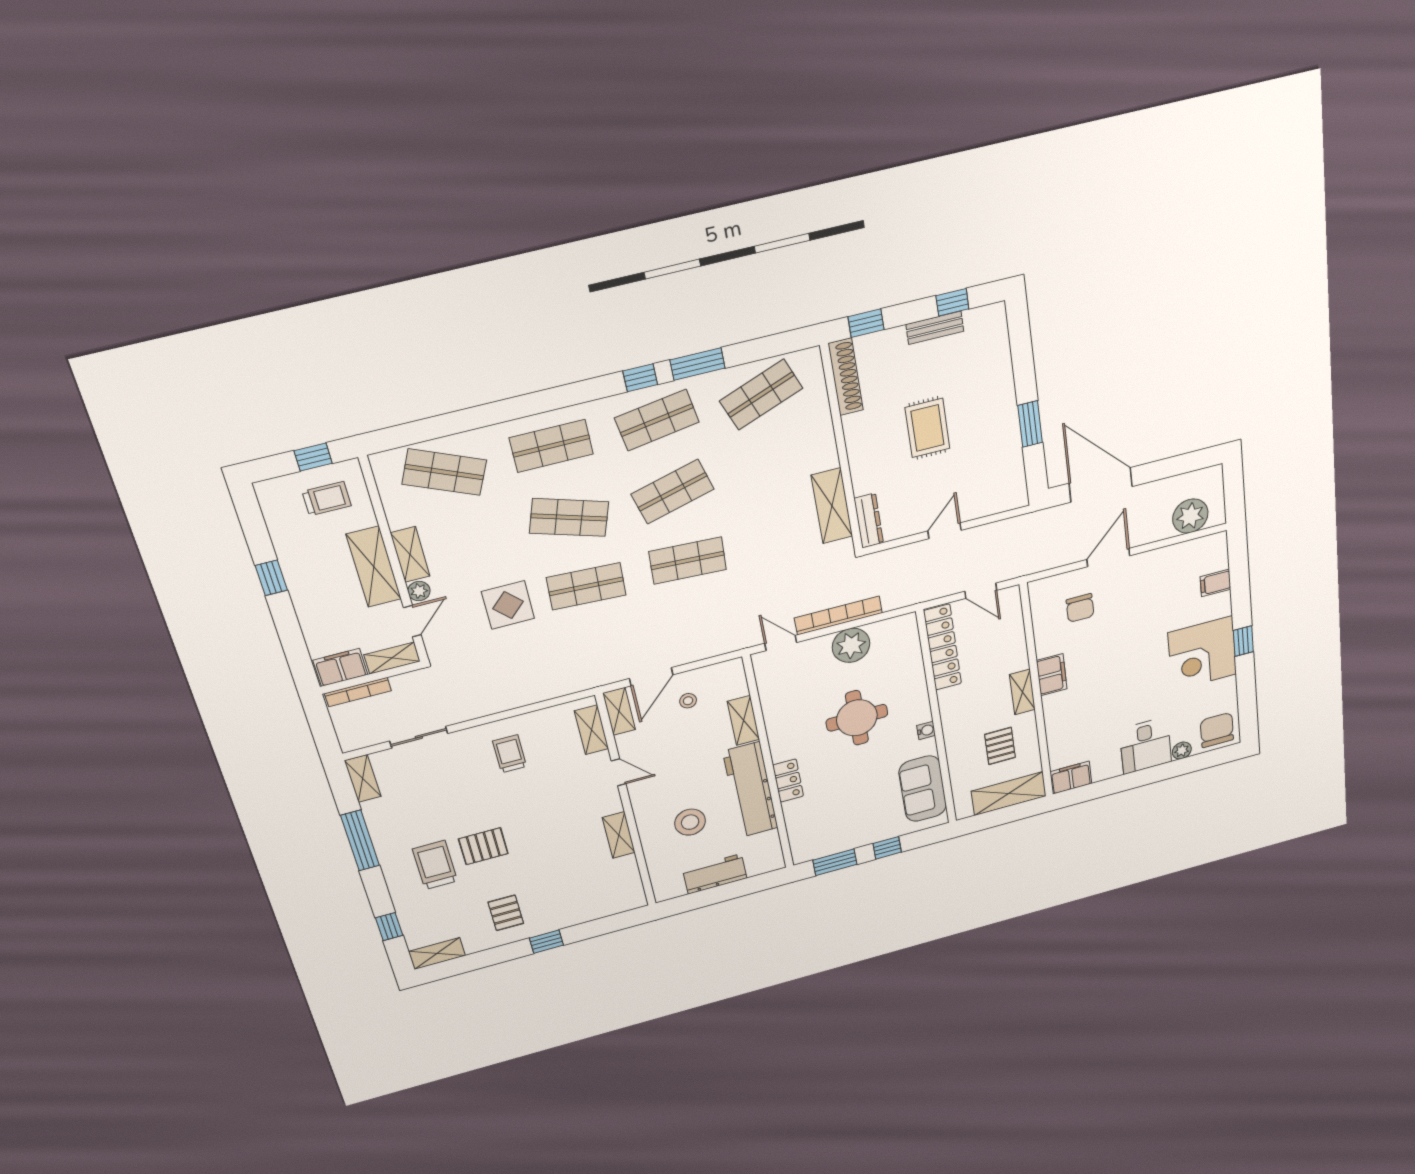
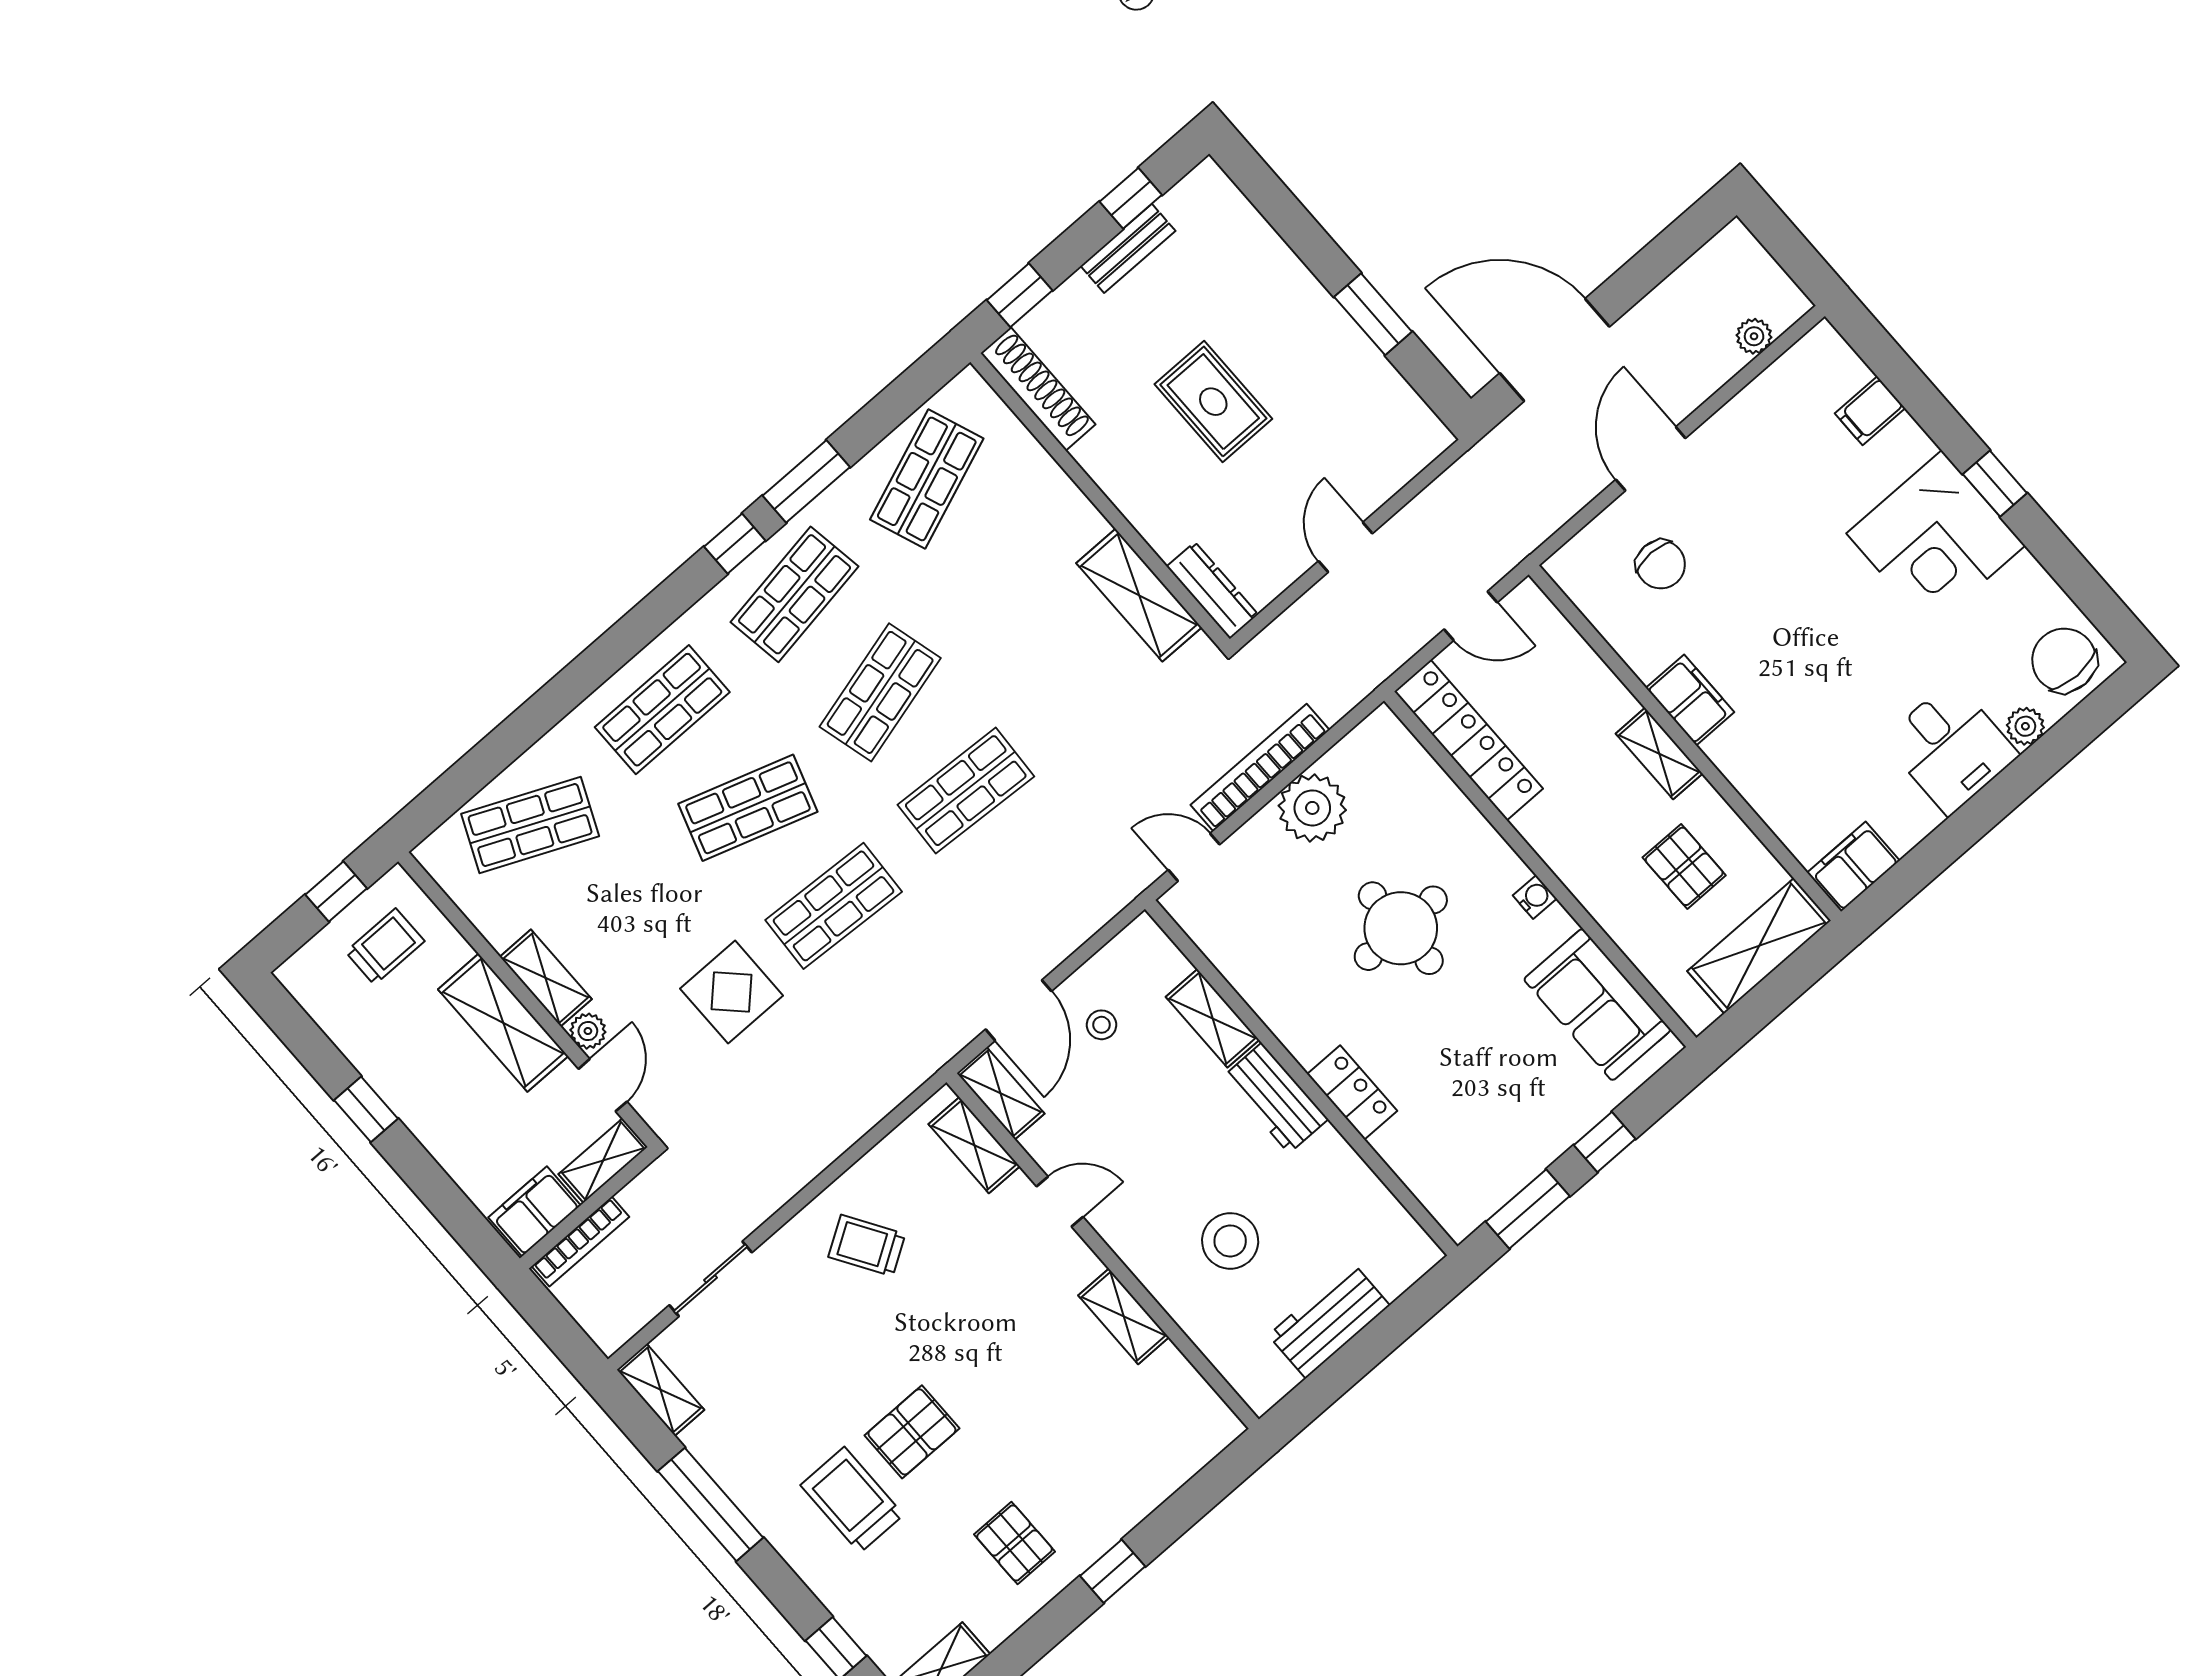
plant: (1190, 516) -> (1754, 336), width x0.53, depth x0.53
trolley: (510, 754) -> (867, 1245), turned -32
workbench: (751, 790) -> (1275, 1098), width x0.53, depth x0.76

